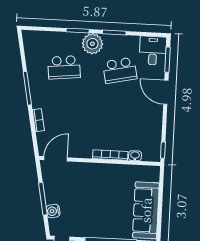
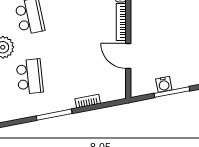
door: (56, 159) -> (128, 56), moved
water cooler: (53, 211) -> (164, 84), moved

